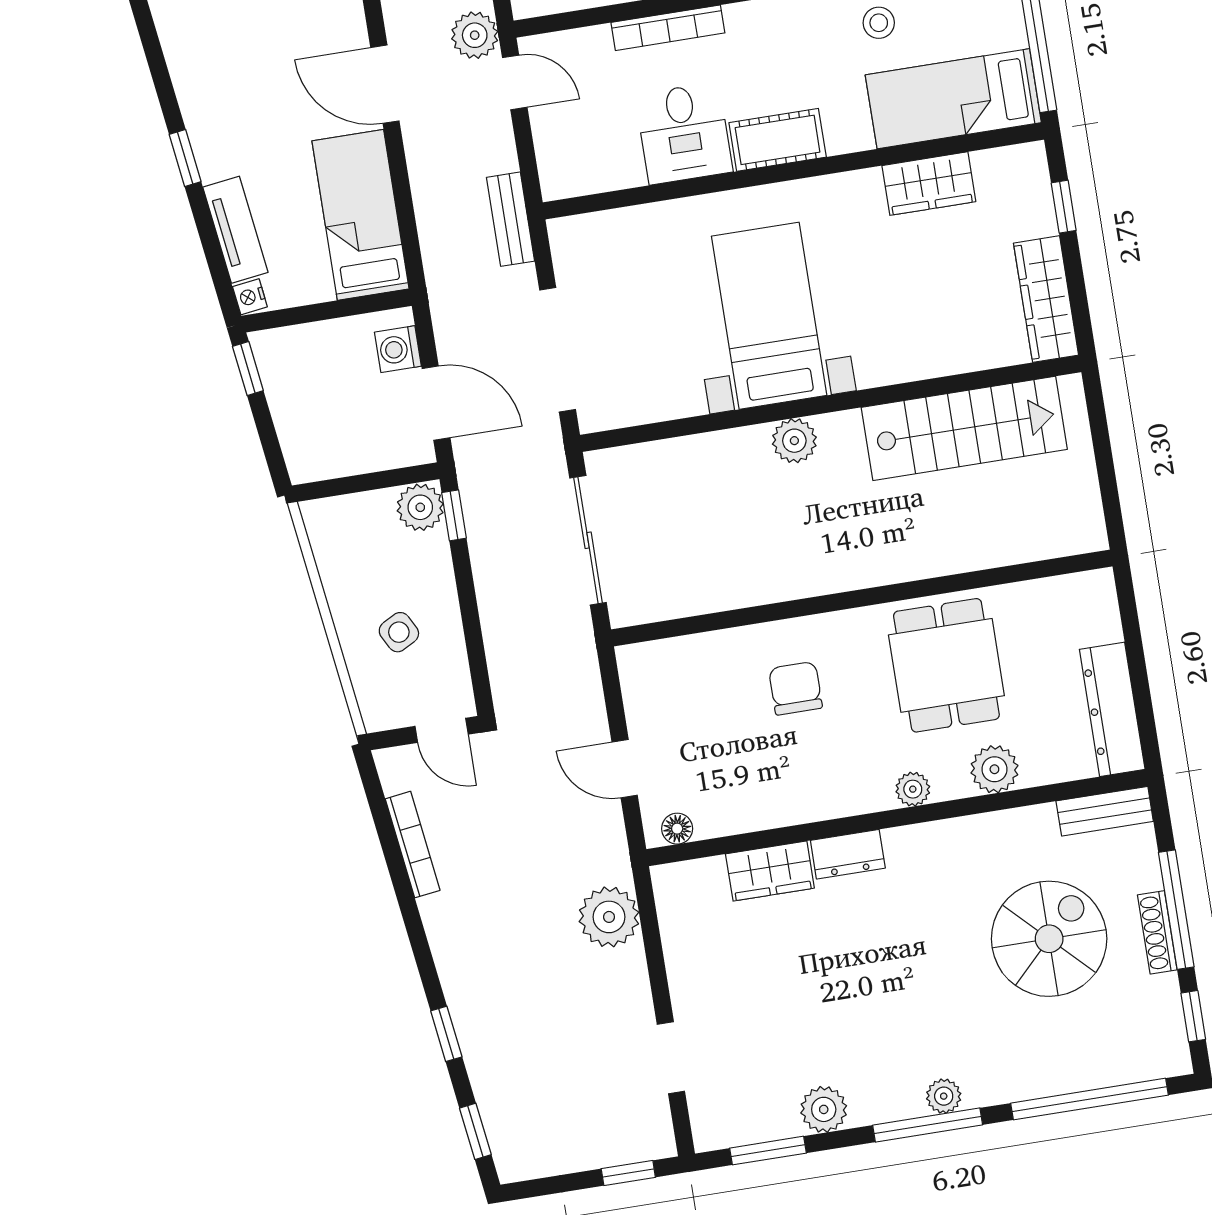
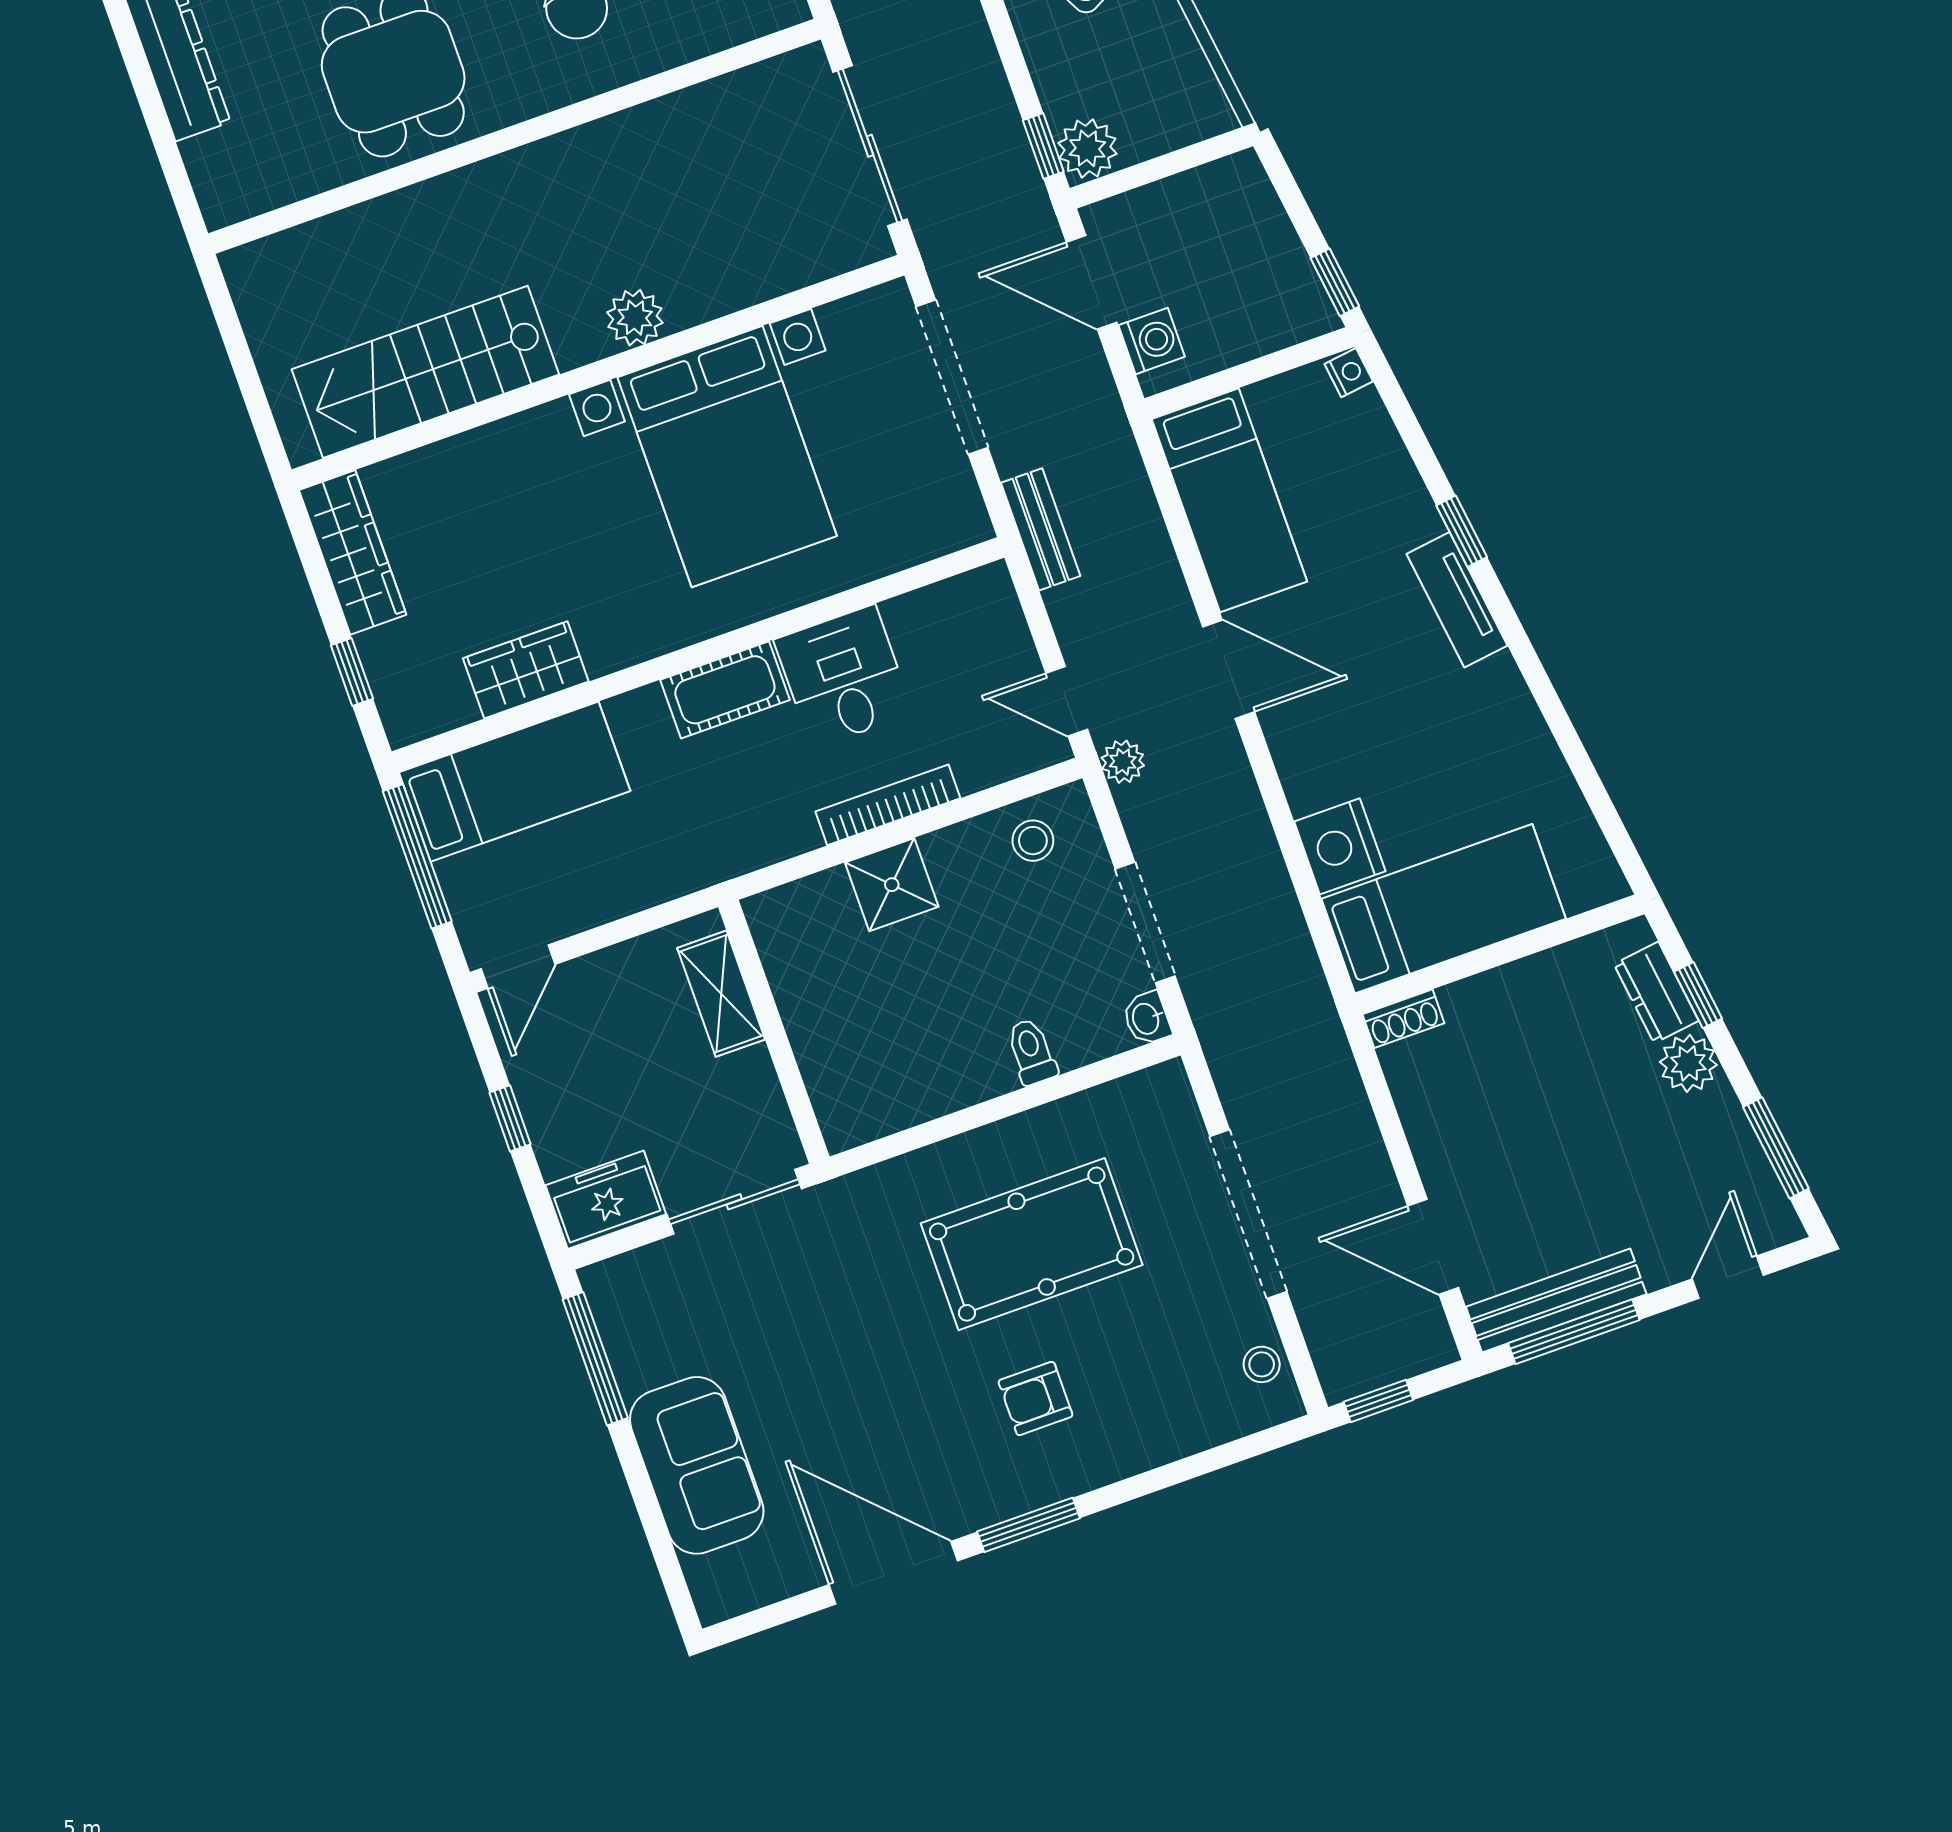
stool: (879, 23) -> (625, 860), removed
plant: (475, 35) -> (1123, 762), width x0.73, depth x0.73
tv unit: (235, 230) -> (1457, 600), moved
bed with nightstands: (769, 316) -> (727, 457), width x1.36

